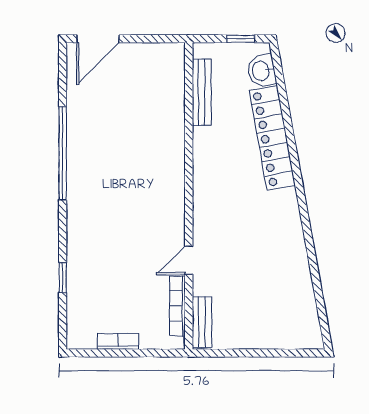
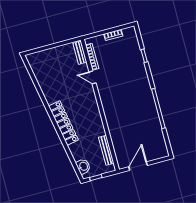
door: (98, 39) -> (138, 166), moved
locker: (272, 138) -> (63, 123), moved
door: (189, 260) -> (92, 77), swing flipped

